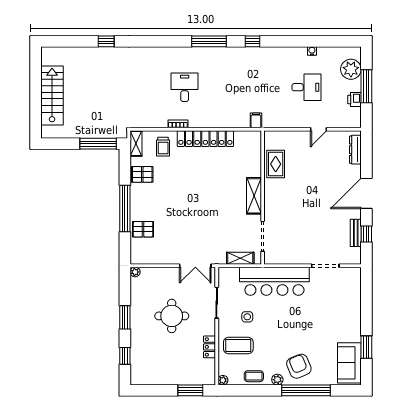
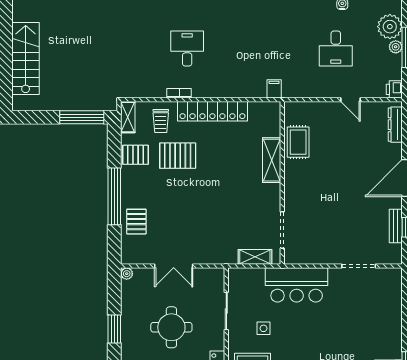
plant: (356, 86) -> (396, 47), added
desk: (307, 87) -> (336, 49), turned 90
printer: (355, 99) -> (394, 89), moved
door: (319, 129) -> (350, 100), hinge flipped
pallet: (177, 175) -> (178, 156), added
shelving: (254, 196) -> (272, 160), moved
pallet: (143, 229) -> (136, 222), turned 90
double door: (195, 266) -> (174, 266), moved
bar counter: (274, 281) -> (297, 285), width x0.73

